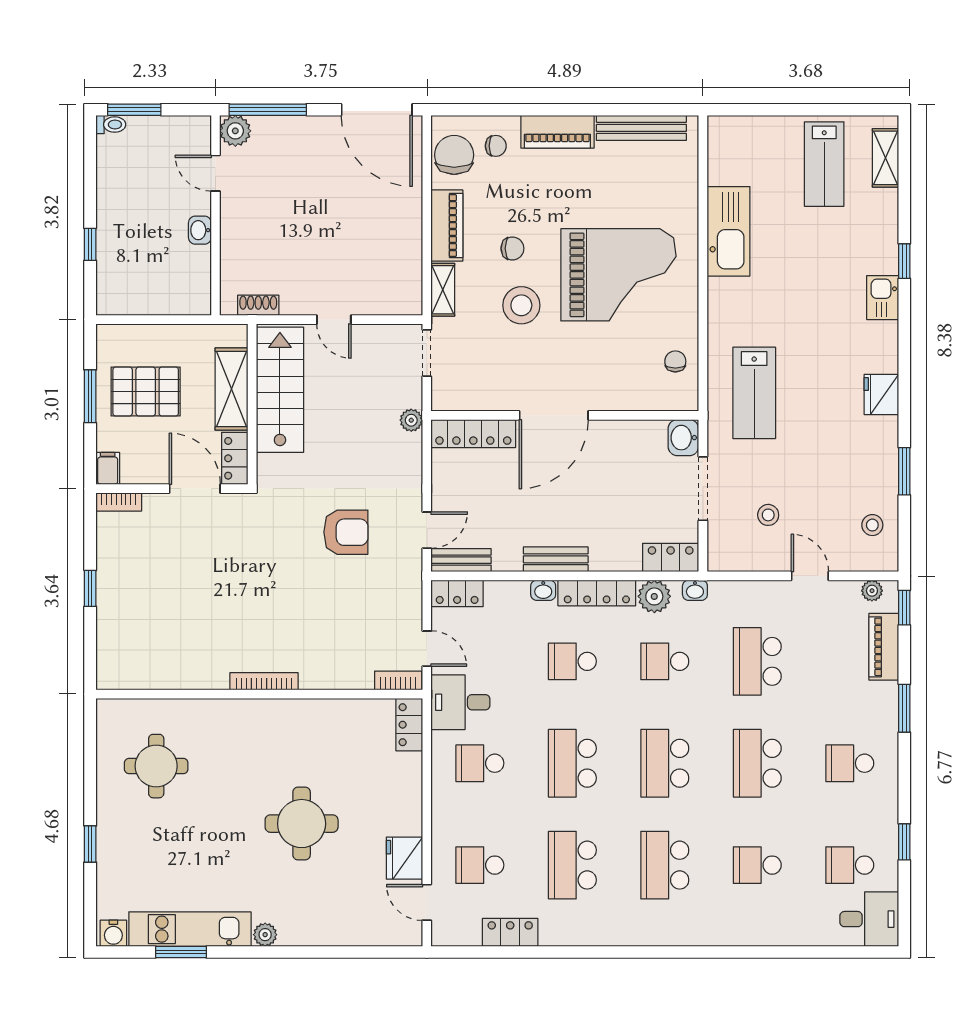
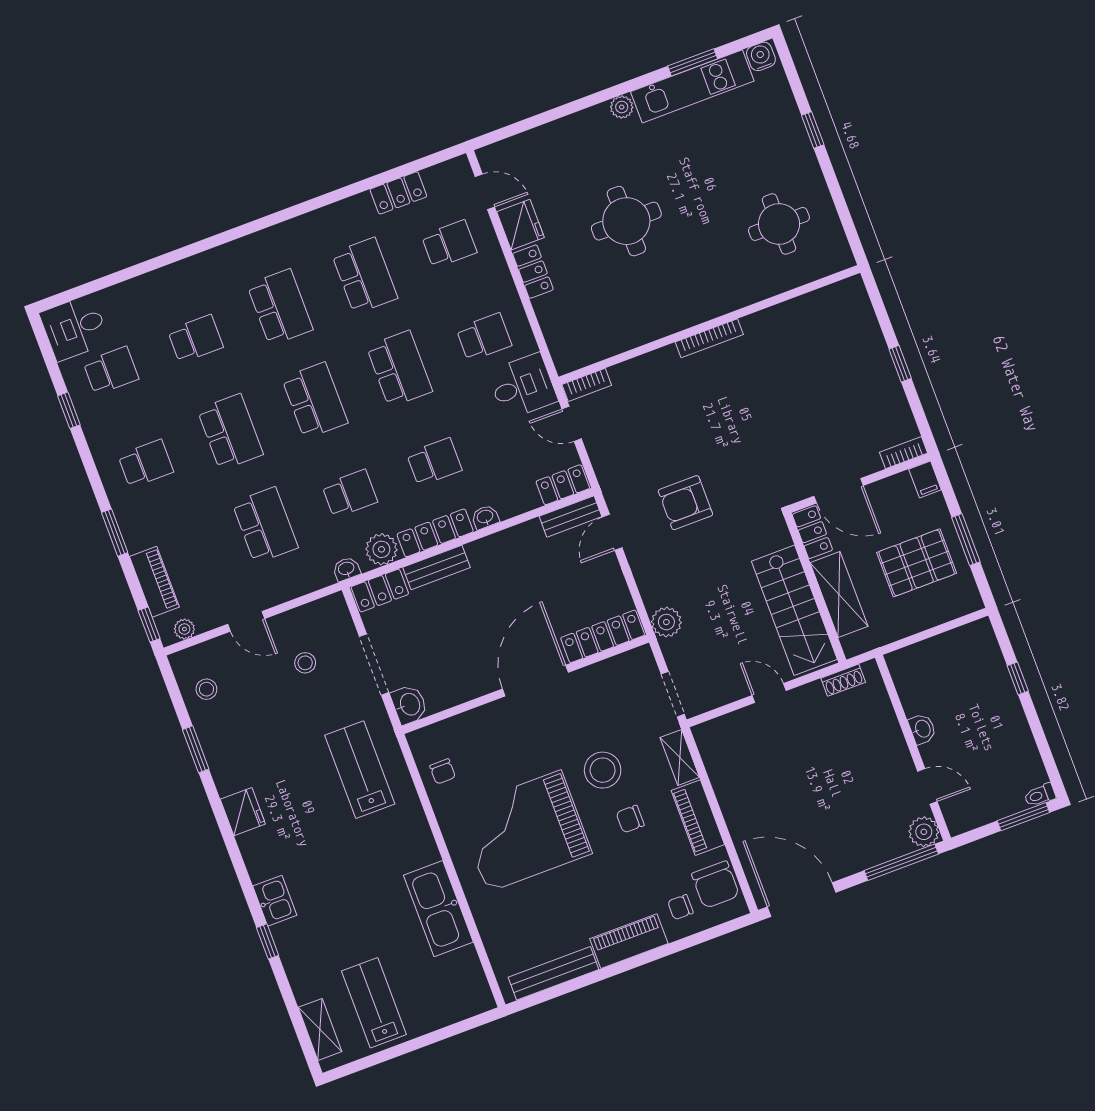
plant: (411, 420) -> (666, 622), width x1.38, depth x1.38
bench: (556, 559) -> (437, 567), moved
locker: (409, 725) -> (533, 272), moved

